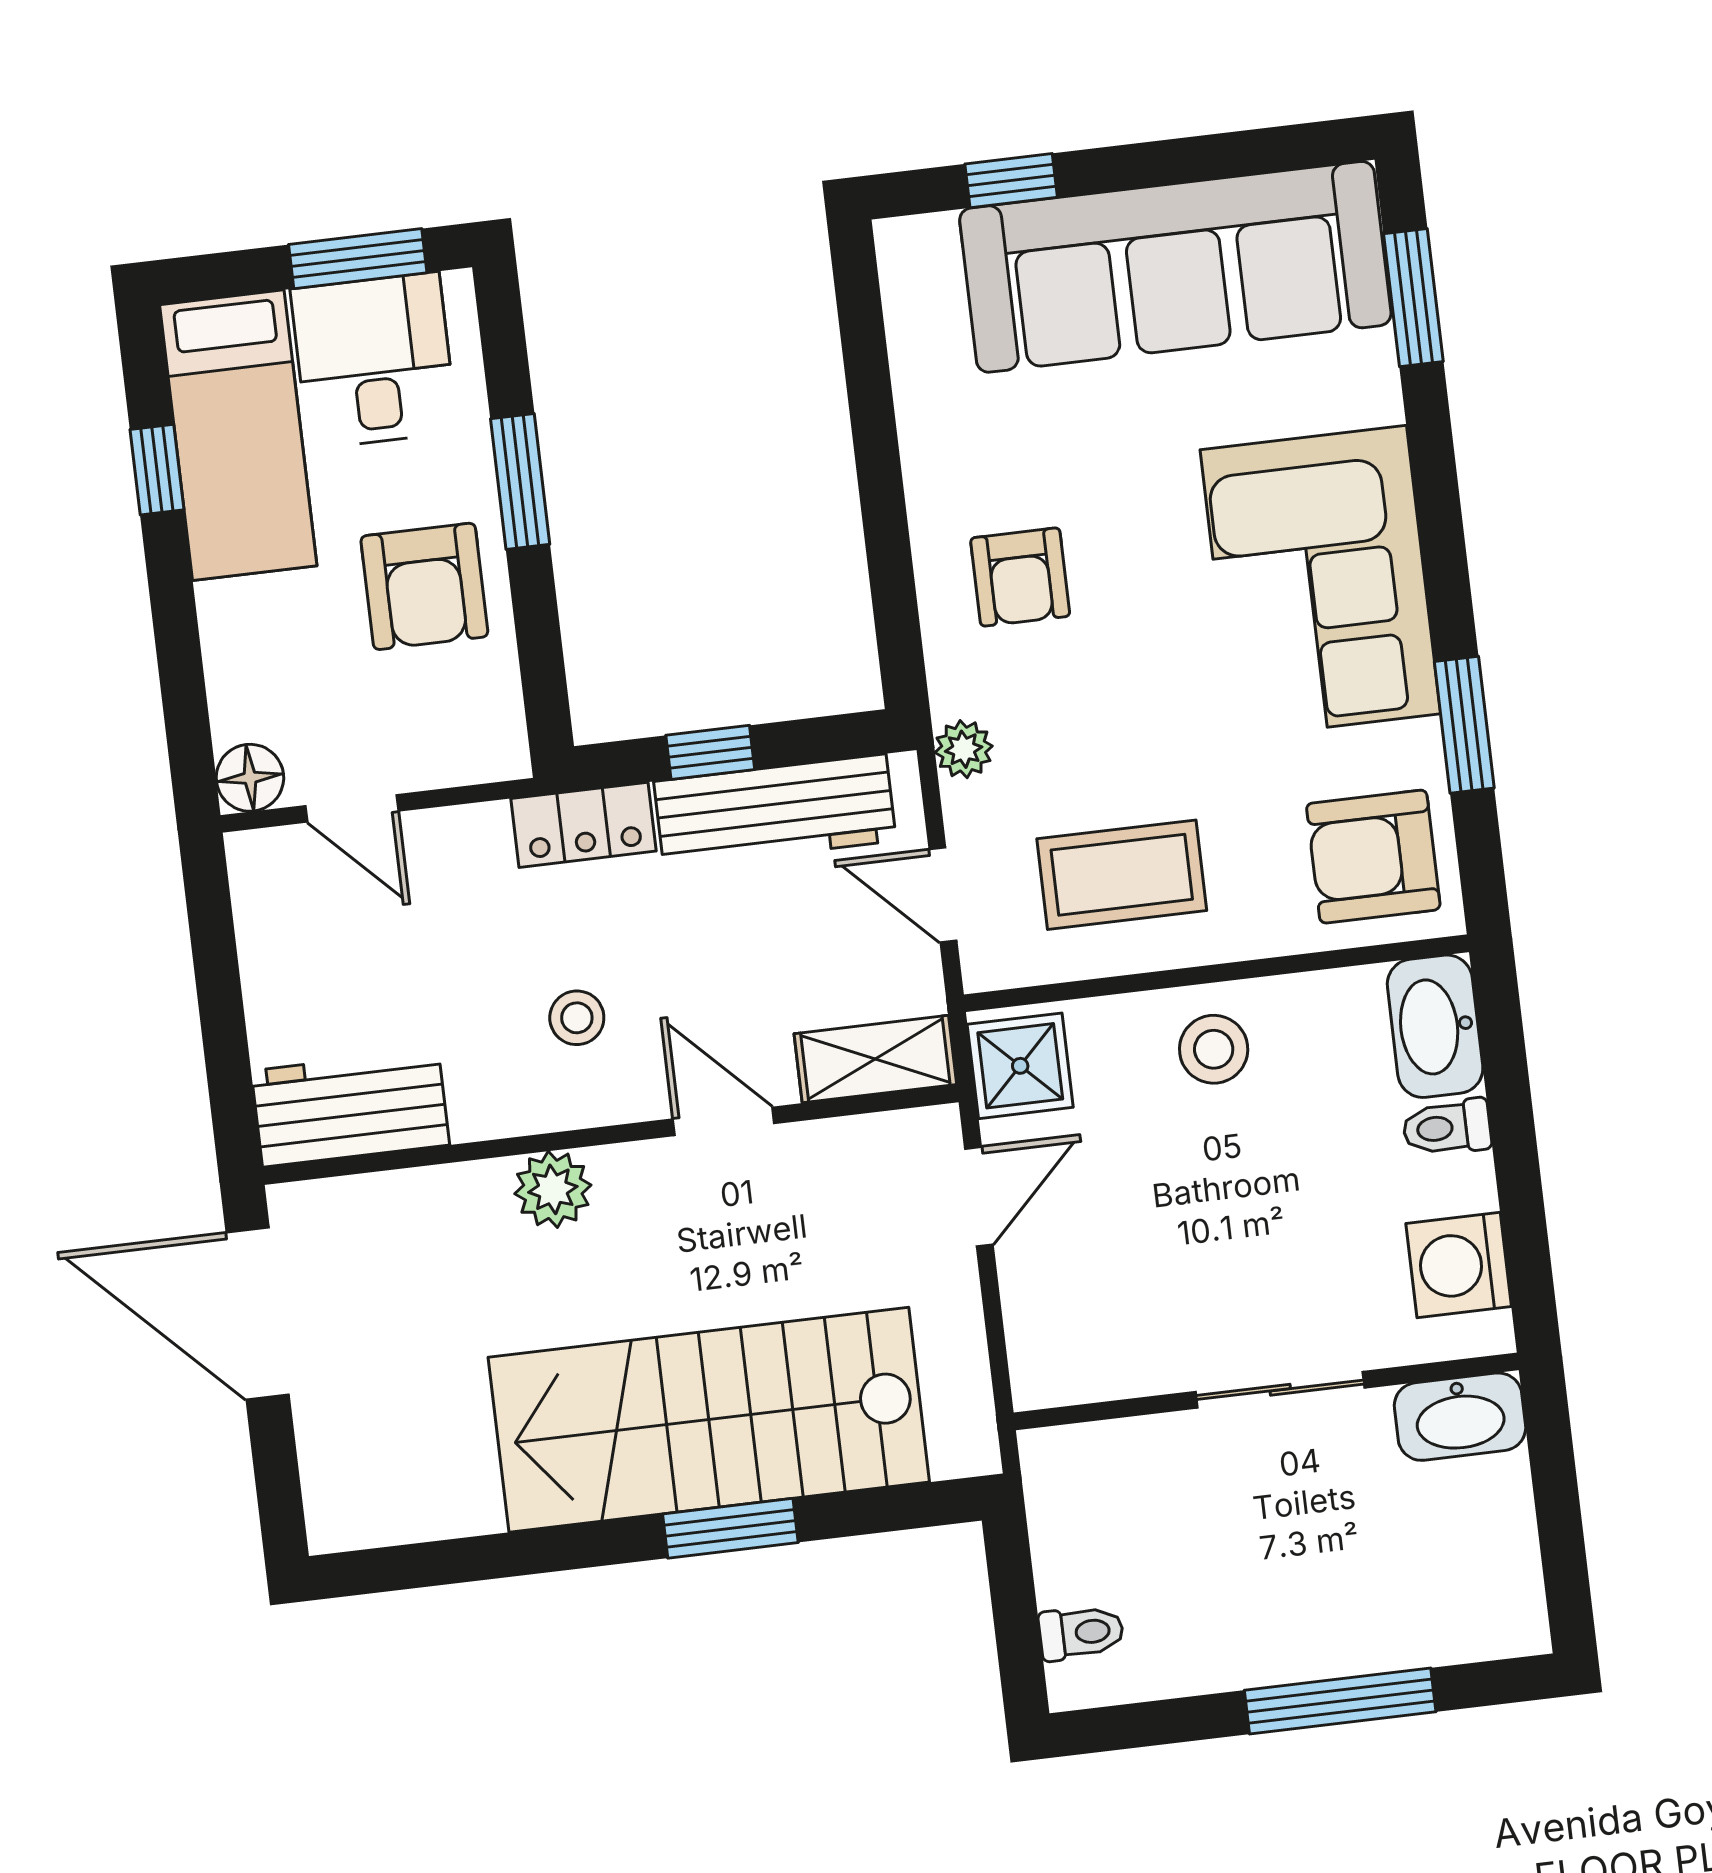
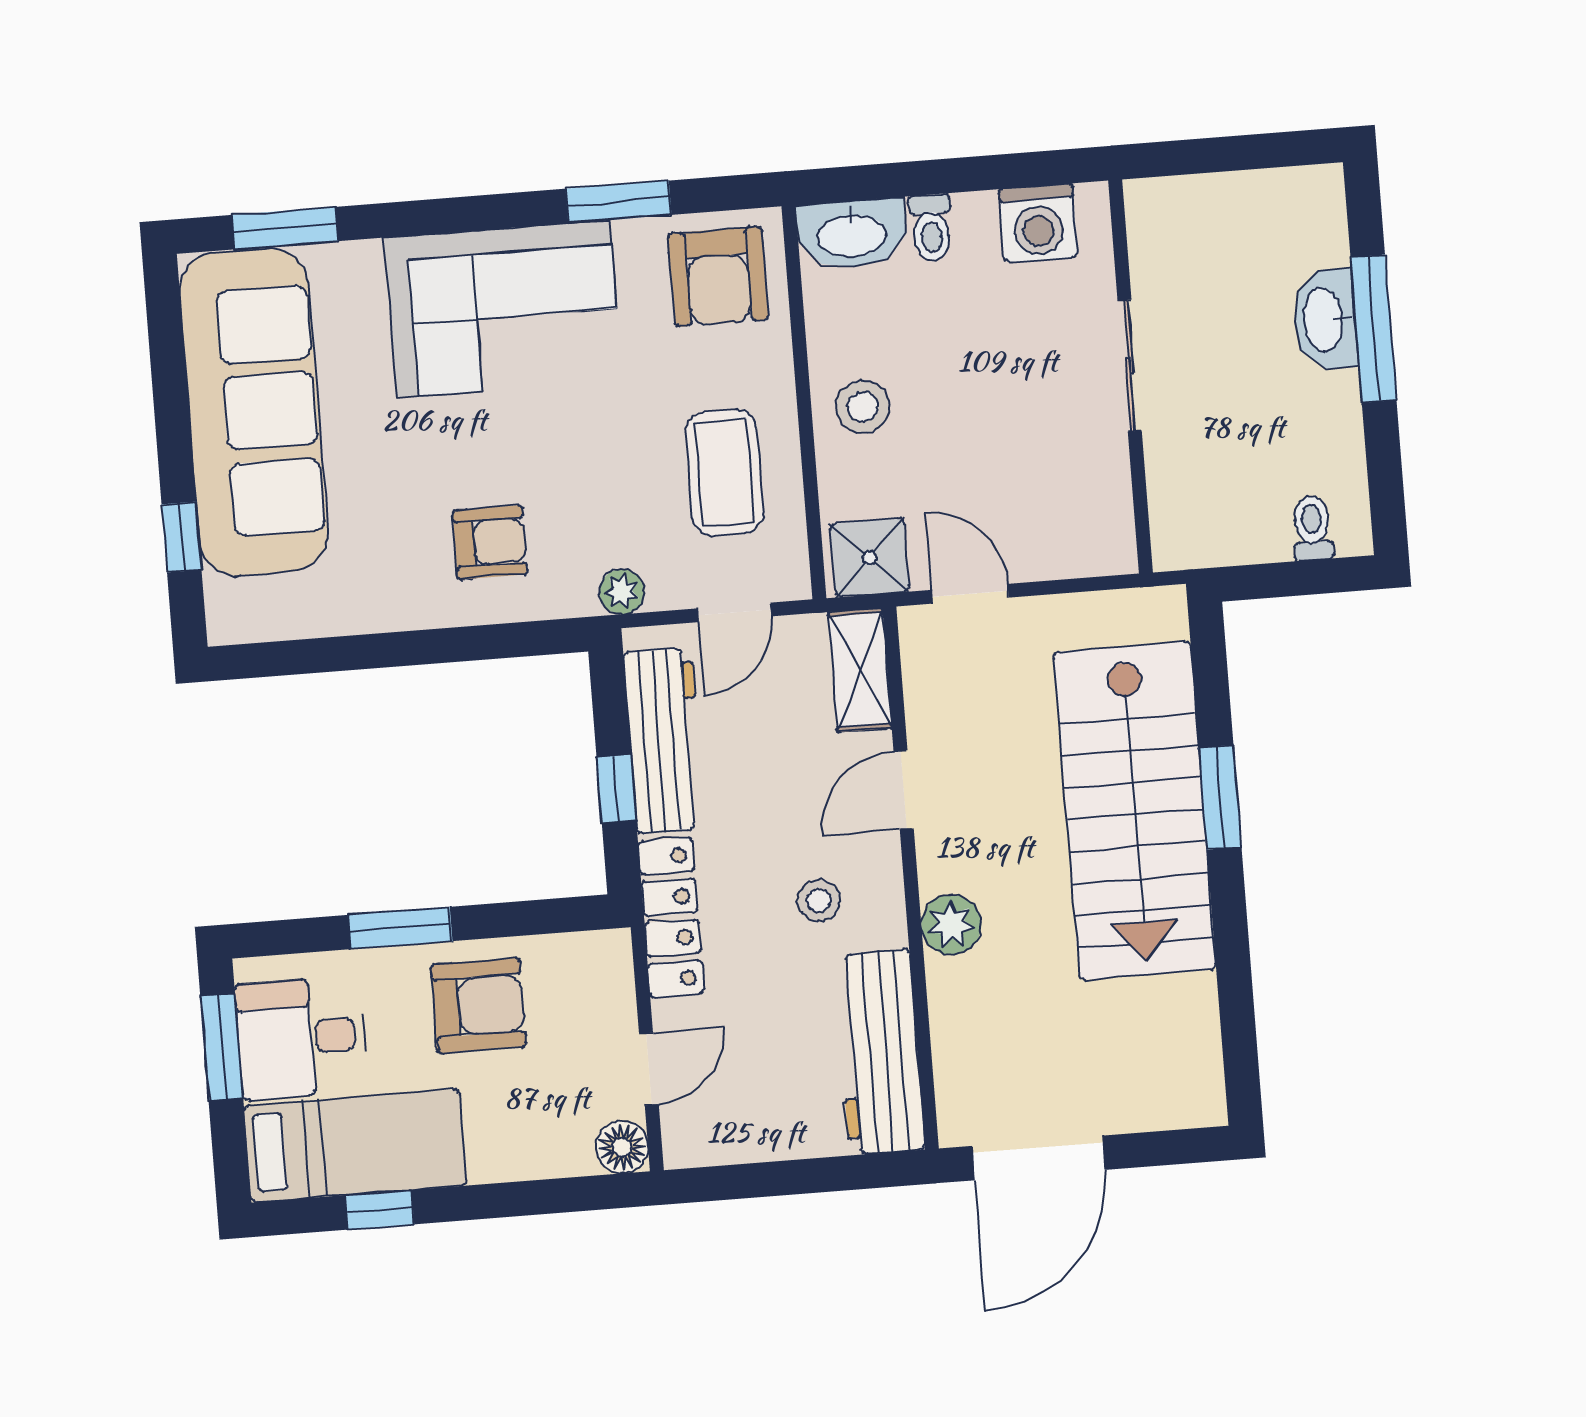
locker: (583, 825) -> (671, 918), width x1.53
workbench: (350, 1108) -> (879, 1052), width x1.37
washbasin: (1460, 1417) -> (1325, 320), moved, turned 180

